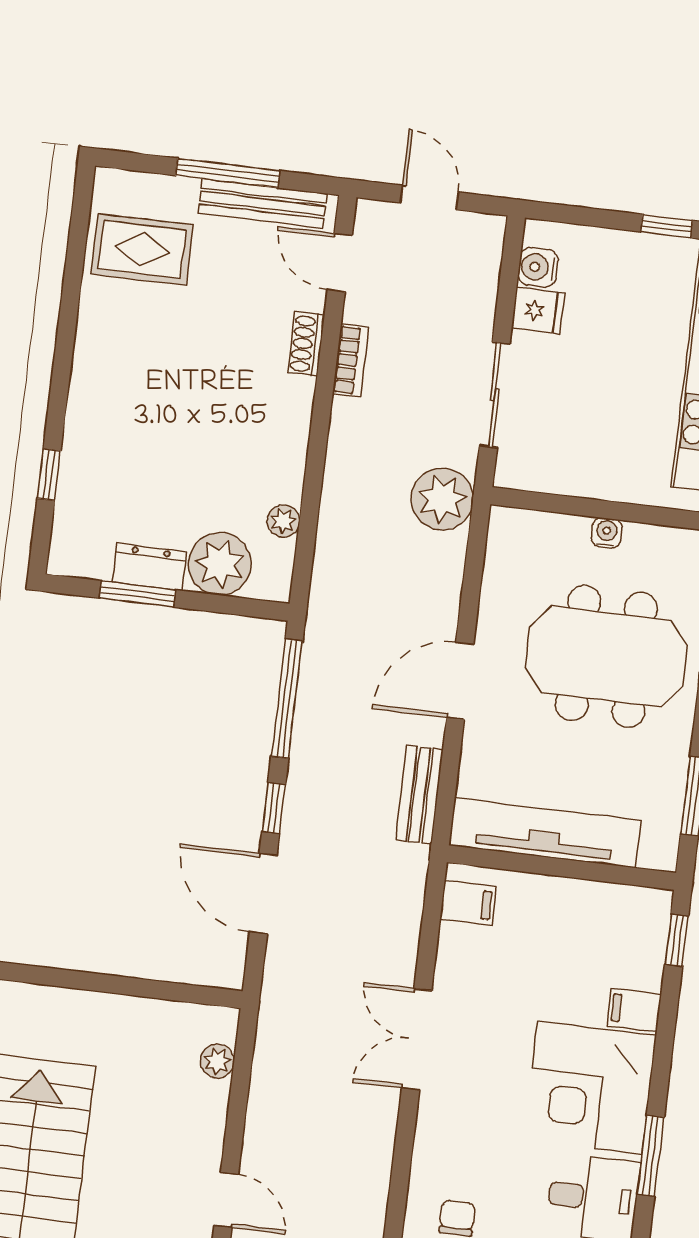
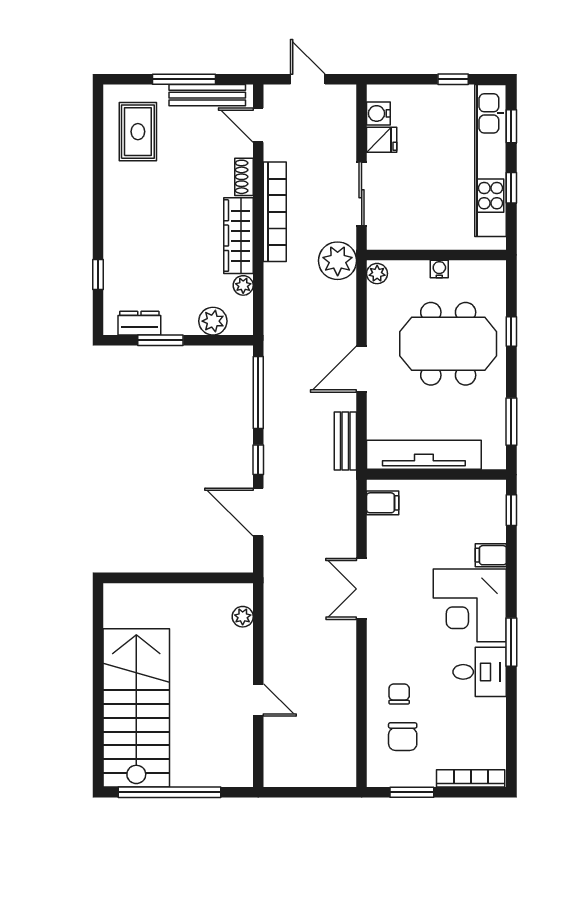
rug: (142, 249) -> (138, 132), turned 90
bookcase: (351, 360) -> (275, 212), width x2.31, depth x1.31
wardrobe: (286, 439) -> (238, 236), added
plant: (504, 528) -> (377, 274), added
plant: (220, 564) -> (213, 321), width x0.73, depth x0.73
dresser: (149, 567) -> (139, 323), moved

